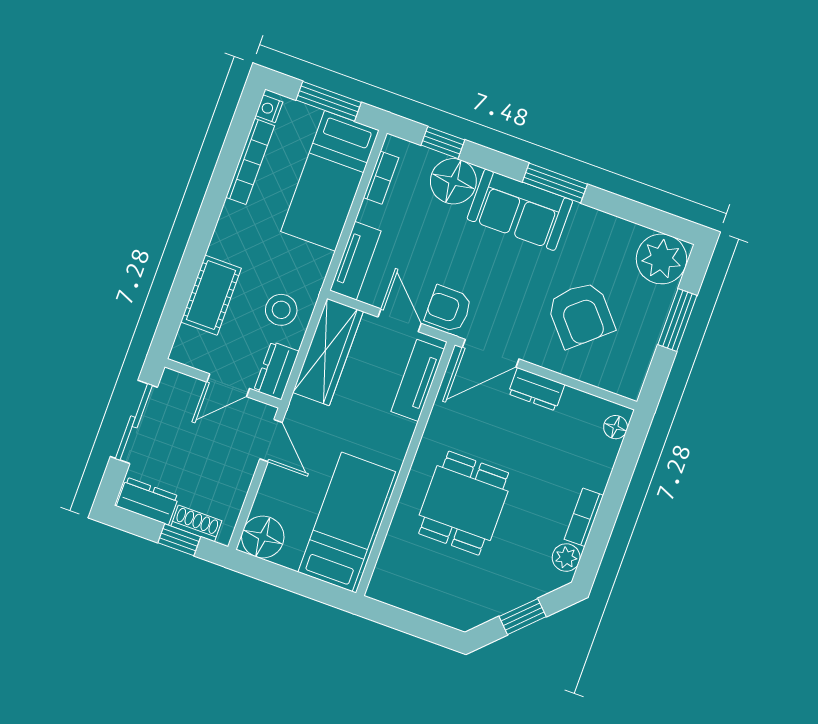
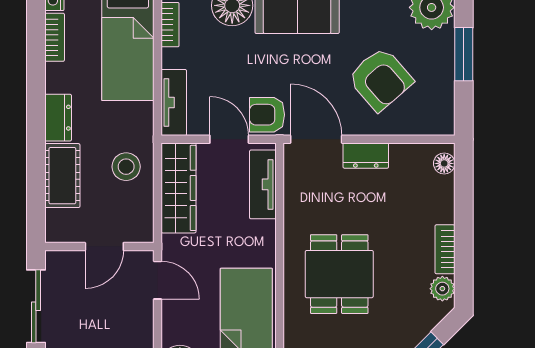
bookcase: (250, 161) -> (55, 37), width x0.64
door: (491, 353) -> (316, 139), swing flipped
dresser: (276, 371) -> (58, 118), moved, turned 180

